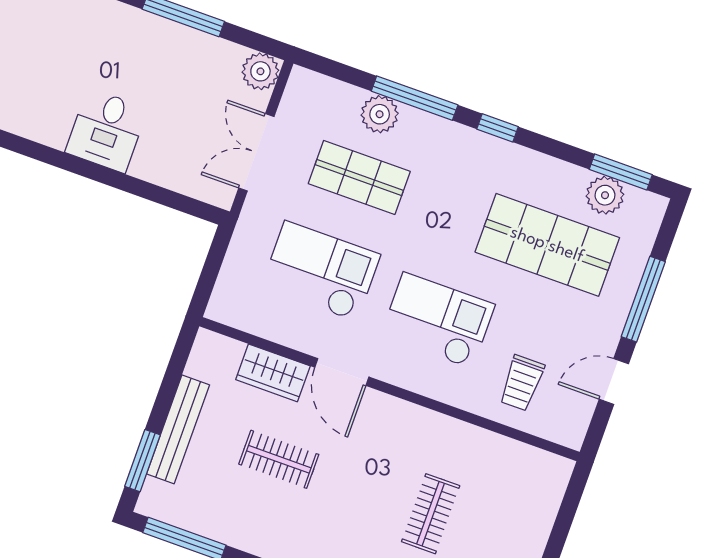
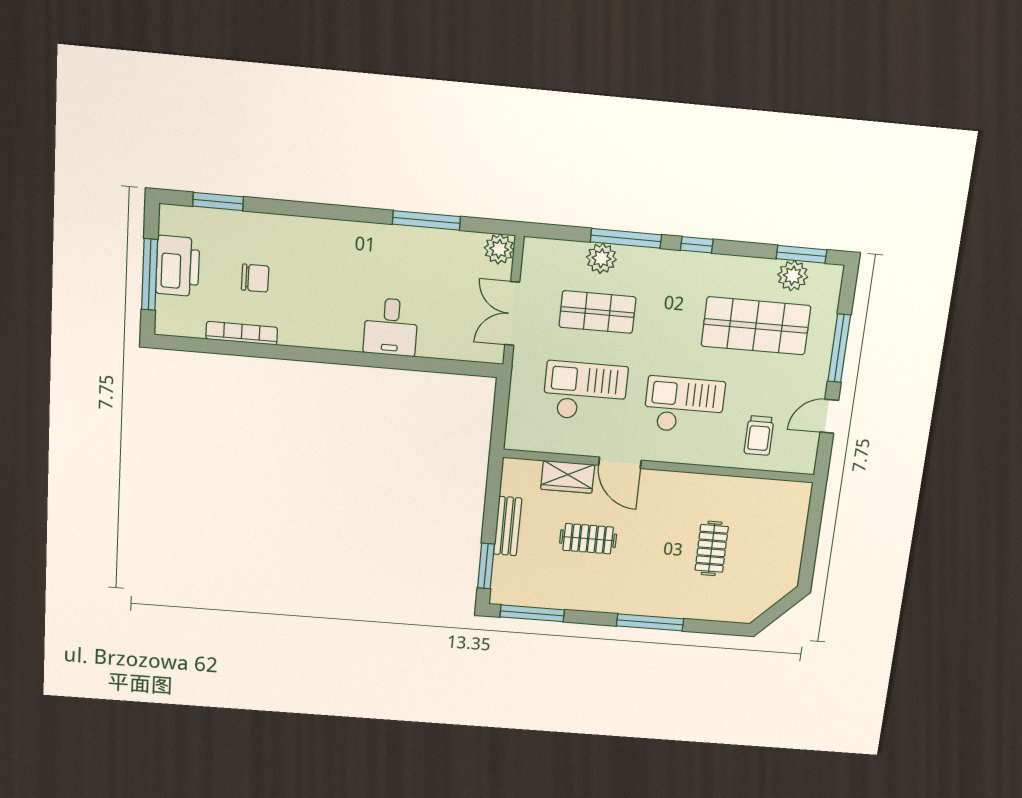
bench: (178, 429) -> (508, 526), width x0.73

